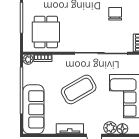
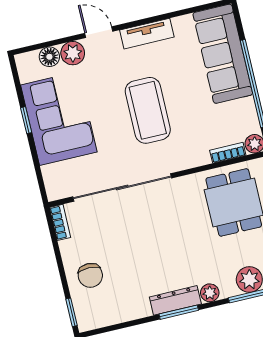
chair: (115, 14) -> (90, 275), moved
coffee table: (79, 89) -> (148, 110), turned -60

